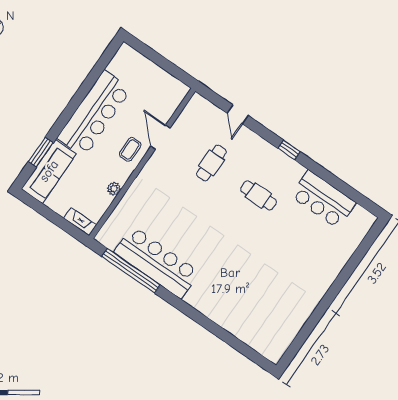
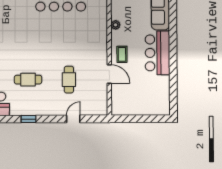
bar counter: (94, 114) -> (157, 53), width x0.73
door: (238, 114) -> (73, 119), hinge flipped
window: (41, 152) -> (173, 17), removed

